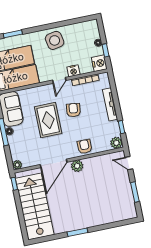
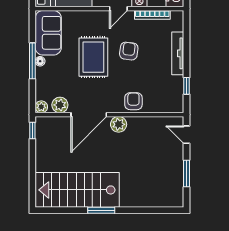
plant: (116, 143) -> (60, 105), moved
stairs: (35, 207) -> (77, 190), moved, turned -90

